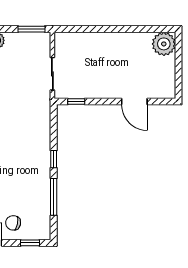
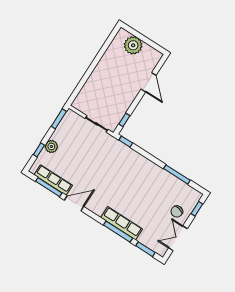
plant: (164, 44) -> (133, 45), moved
door: (134, 102) -> (149, 82), hinge flipped
window: (54, 159) -> (126, 142), moved

